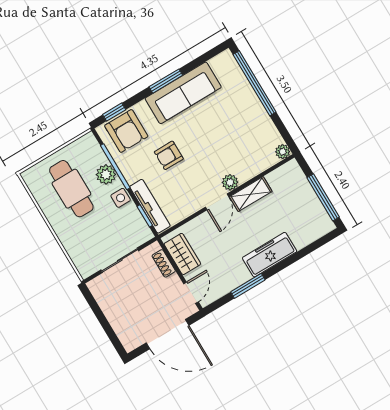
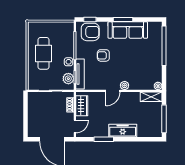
armchair: (126, 131) -> (90, 32), turned -90
plant: (106, 174) -> (68, 79), moved
cafe table: (71, 189) -> (44, 53), moved
shelving: (251, 194) -> (151, 97), moved

